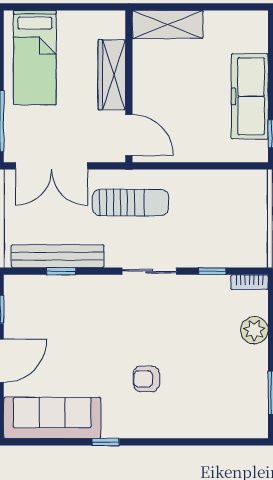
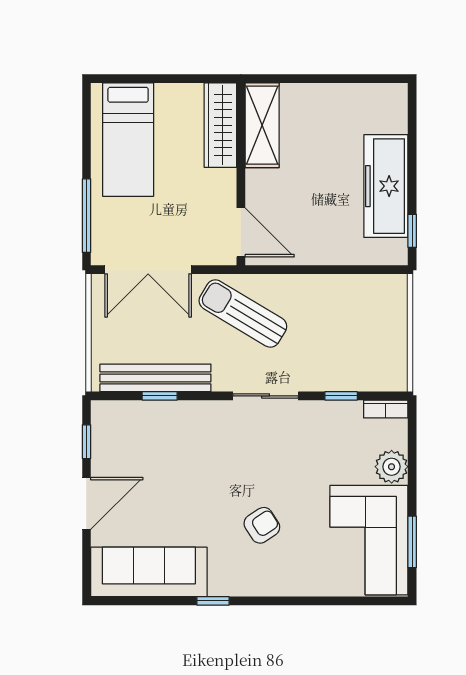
shelving: (168, 24) -> (262, 125), moved, turned 90
wardrobe: (112, 75) -> (220, 125), moved
sun lounger: (131, 203) -> (243, 314), turned -149
armchair: (146, 379) -> (262, 525), turned 147
corner sofa: (236, 391) -> (369, 540), added

